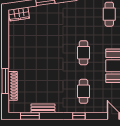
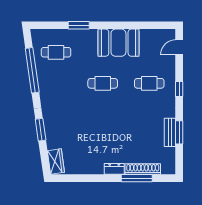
dresser: (13, 62) -> (114, 169), added
window: (30, 116) -> (179, 132), moved

